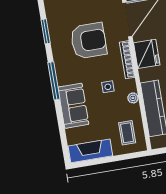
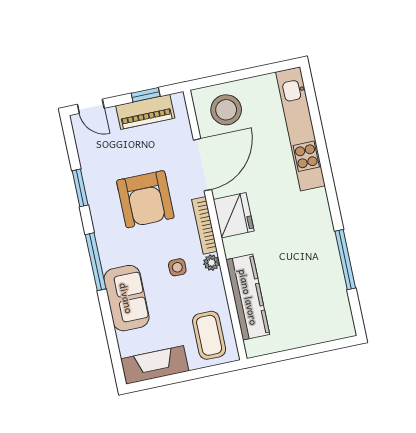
armchair: (89, 41) -> (145, 199), turned 90
plant: (133, 98) -> (211, 263), moved
coffee table: (127, 133) -> (209, 335), width x1.36, depth x1.30

